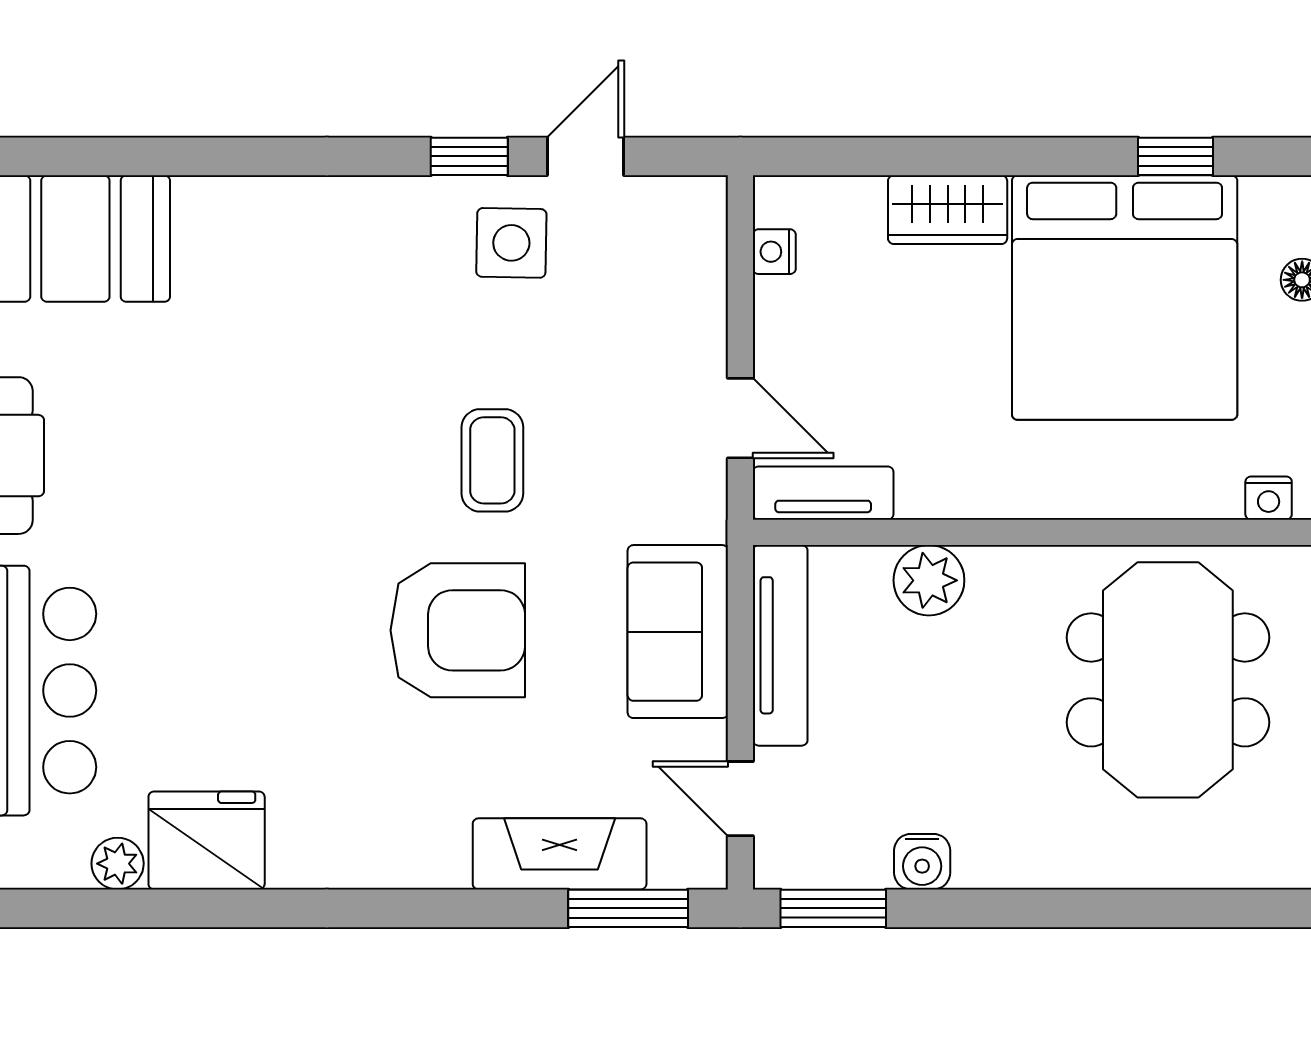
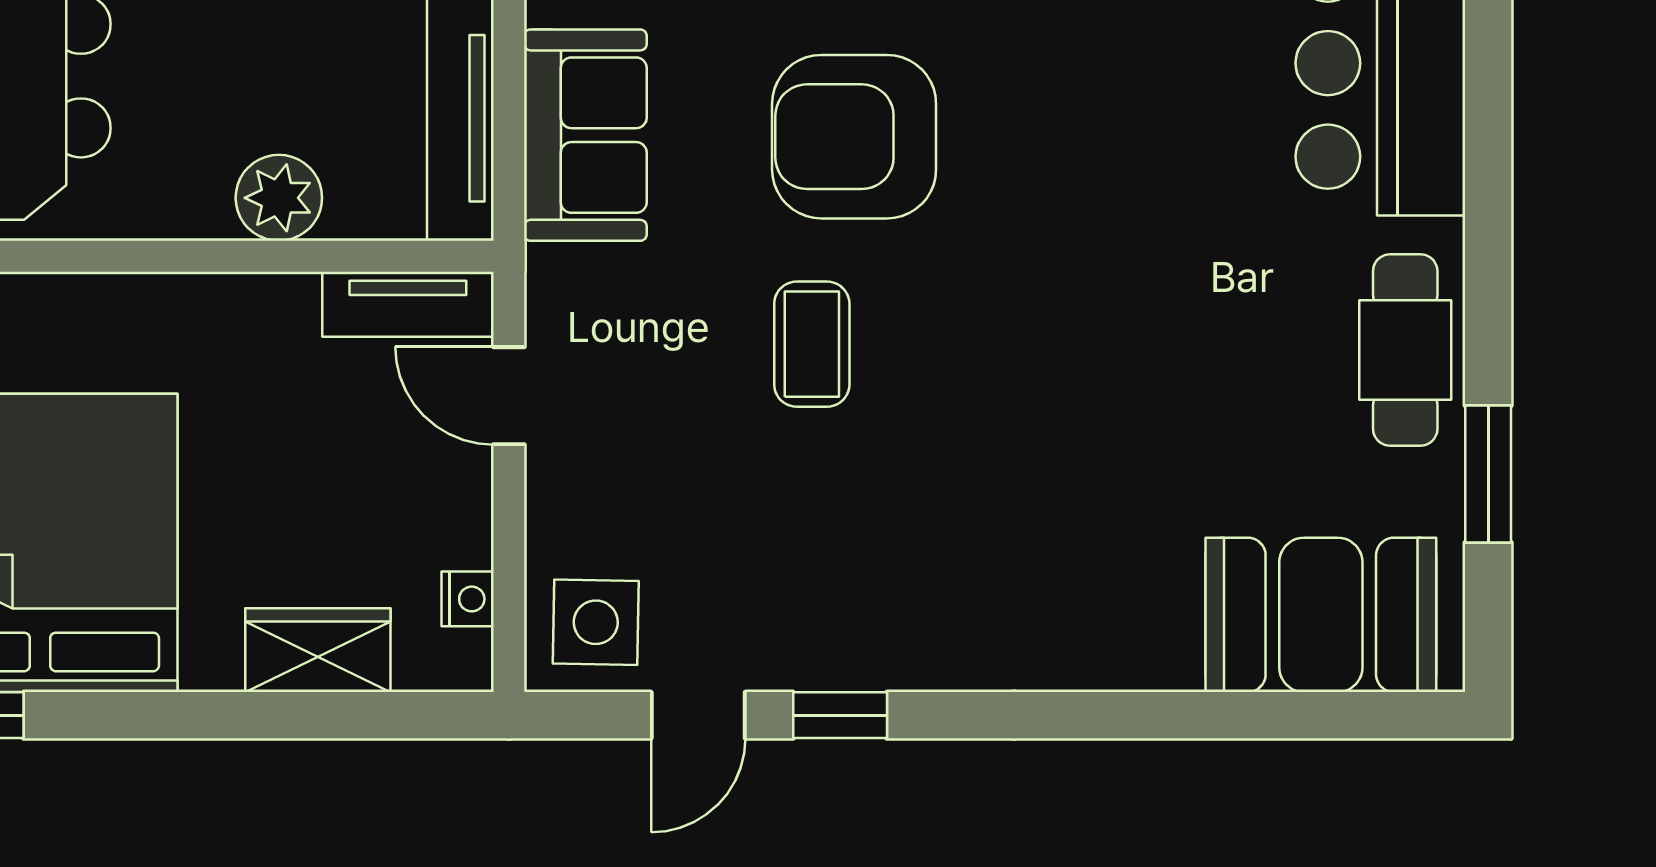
wardrobe: (948, 210) -> (318, 650), moved
side table: (511, 243) -> (596, 622), moved

